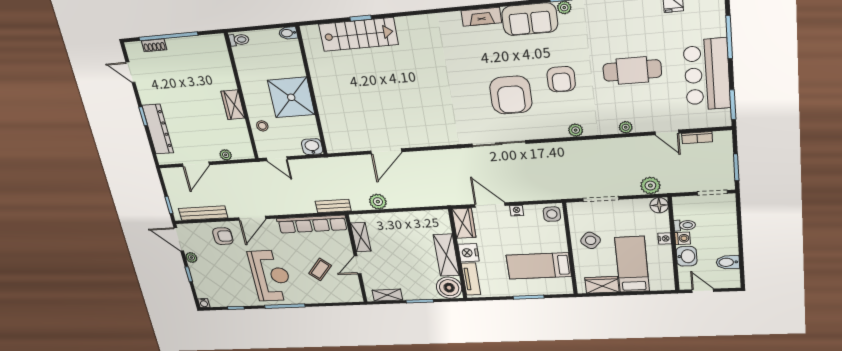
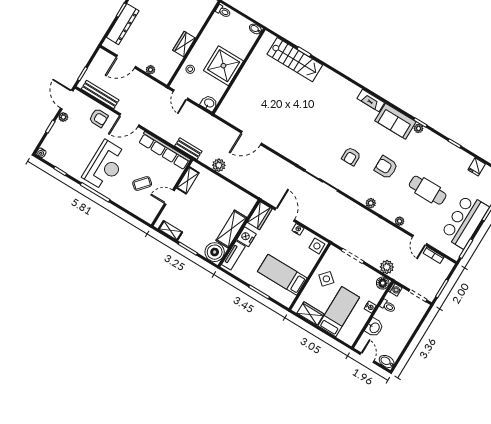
armchair: (561, 79) -> (386, 167), turned 90
armchair: (511, 95) -> (351, 156), width x0.53, depth x0.53
washing machine: (682, 238) -> (395, 289), moved
bidet: (728, 262) -> (387, 361), moved

